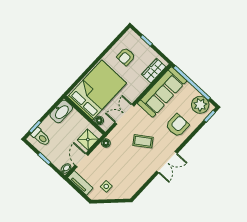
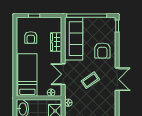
wardrobe: (154, 71) -> (56, 42), moved
bed: (97, 90) -> (27, 75), width x0.67
plant: (200, 105) -> (105, 24), removed
armchair: (177, 125) -> (102, 51), turned 180

